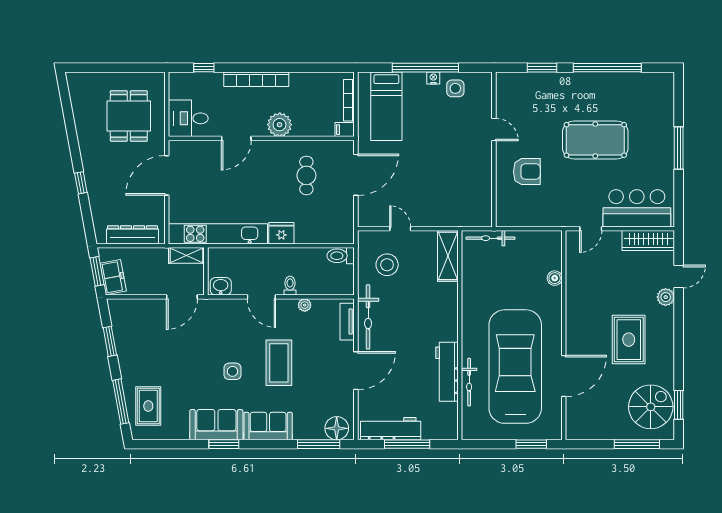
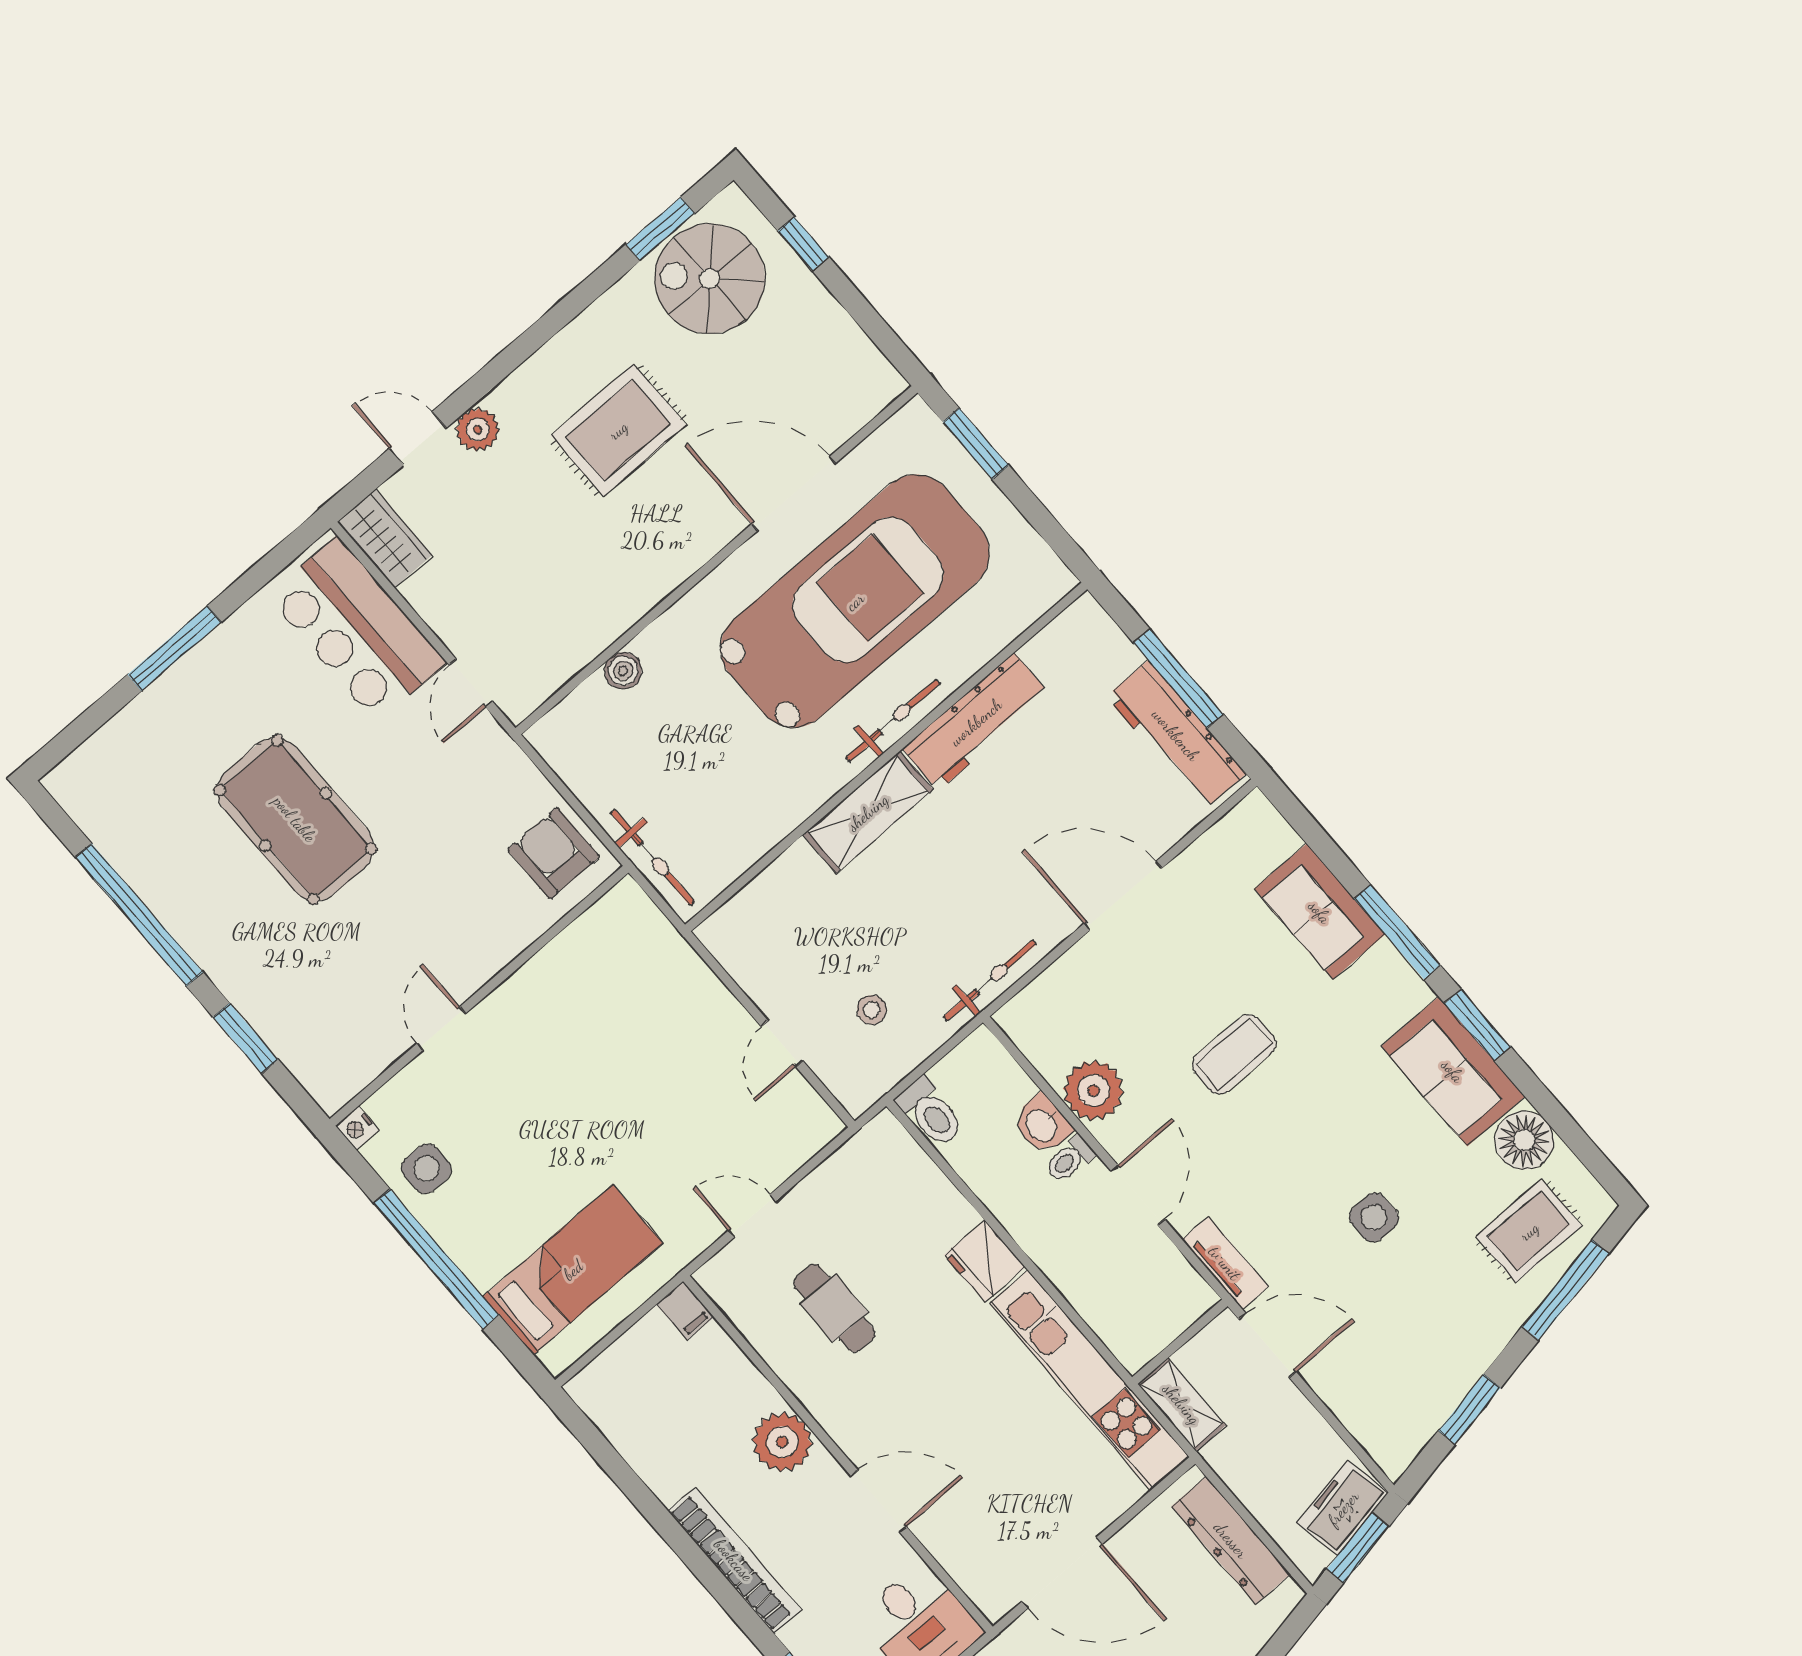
nightstand: (433, 78) -> (357, 1128), moved
bookcase: (349, 100) -> (623, 1351), removed
armchair: (527, 172) -> (553, 853), moved
cafe table: (306, 175) -> (834, 1308), turned 90
door: (356, 175) -> (752, 1216), width x0.53
door: (591, 229) -> (471, 683), swing flipped
wardrobe: (648, 241) -> (385, 538), width x0.67
shelving: (448, 256) -> (868, 812), moved
stool: (387, 265) -> (872, 1010), width x0.53, depth x0.53
washbasin: (221, 286) -> (1042, 1125), moved
plant: (305, 305) -> (1093, 1090), width x1.87, depth x1.87
bicycle: (368, 317) -> (990, 980), width x0.73, depth x0.71
tv unit: (347, 322) -> (1225, 1263), moved, turned -90
coffee table: (279, 363) -> (1234, 1054), width x0.73, depth x0.76
car: (515, 367) -> (855, 601), turned 180
side table: (232, 371) -> (1374, 1217), moved
bicycle: (469, 382) -> (893, 720), moved
sofa: (268, 426) -> (1320, 912), moved
floor lamp: (337, 428) -> (1524, 1140), moved
window: (319, 444) -> (1397, 932), moved
window: (637, 444) -> (803, 244), width x0.46

